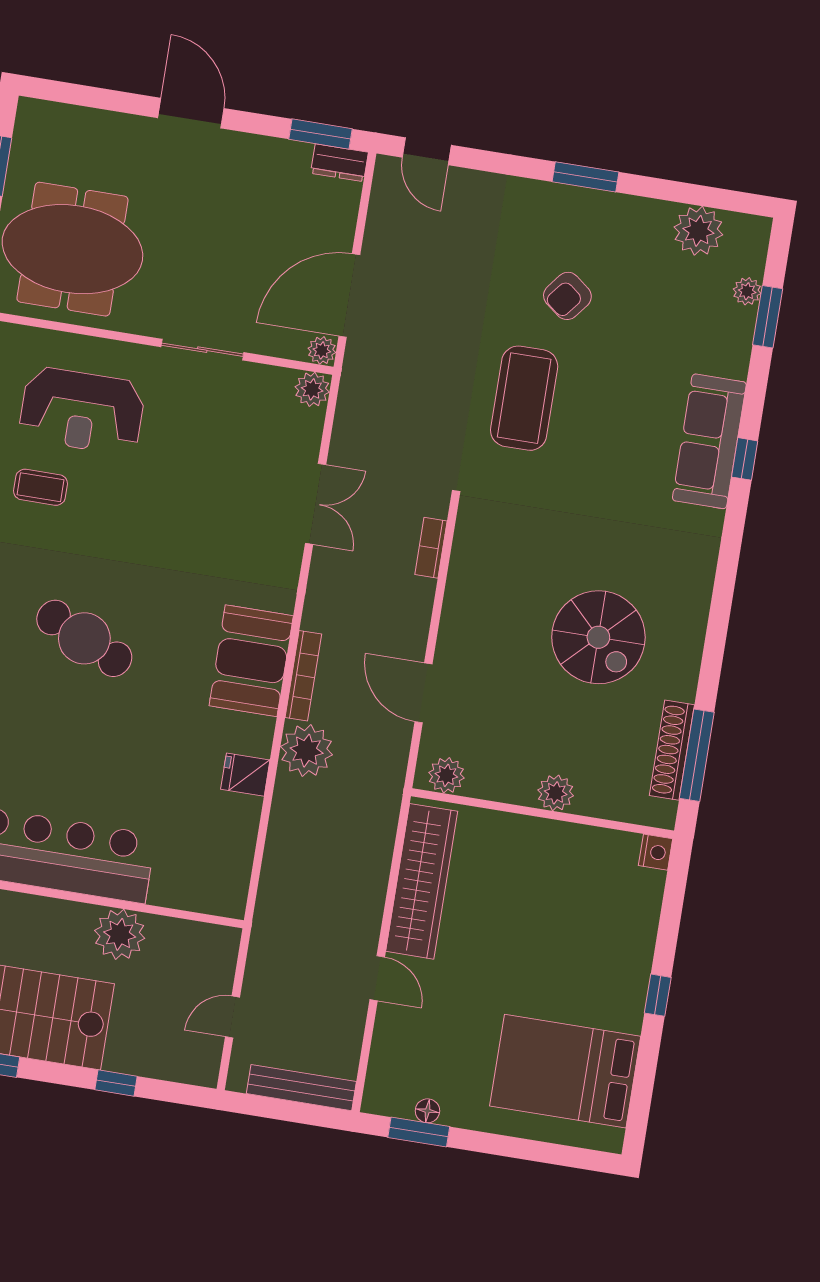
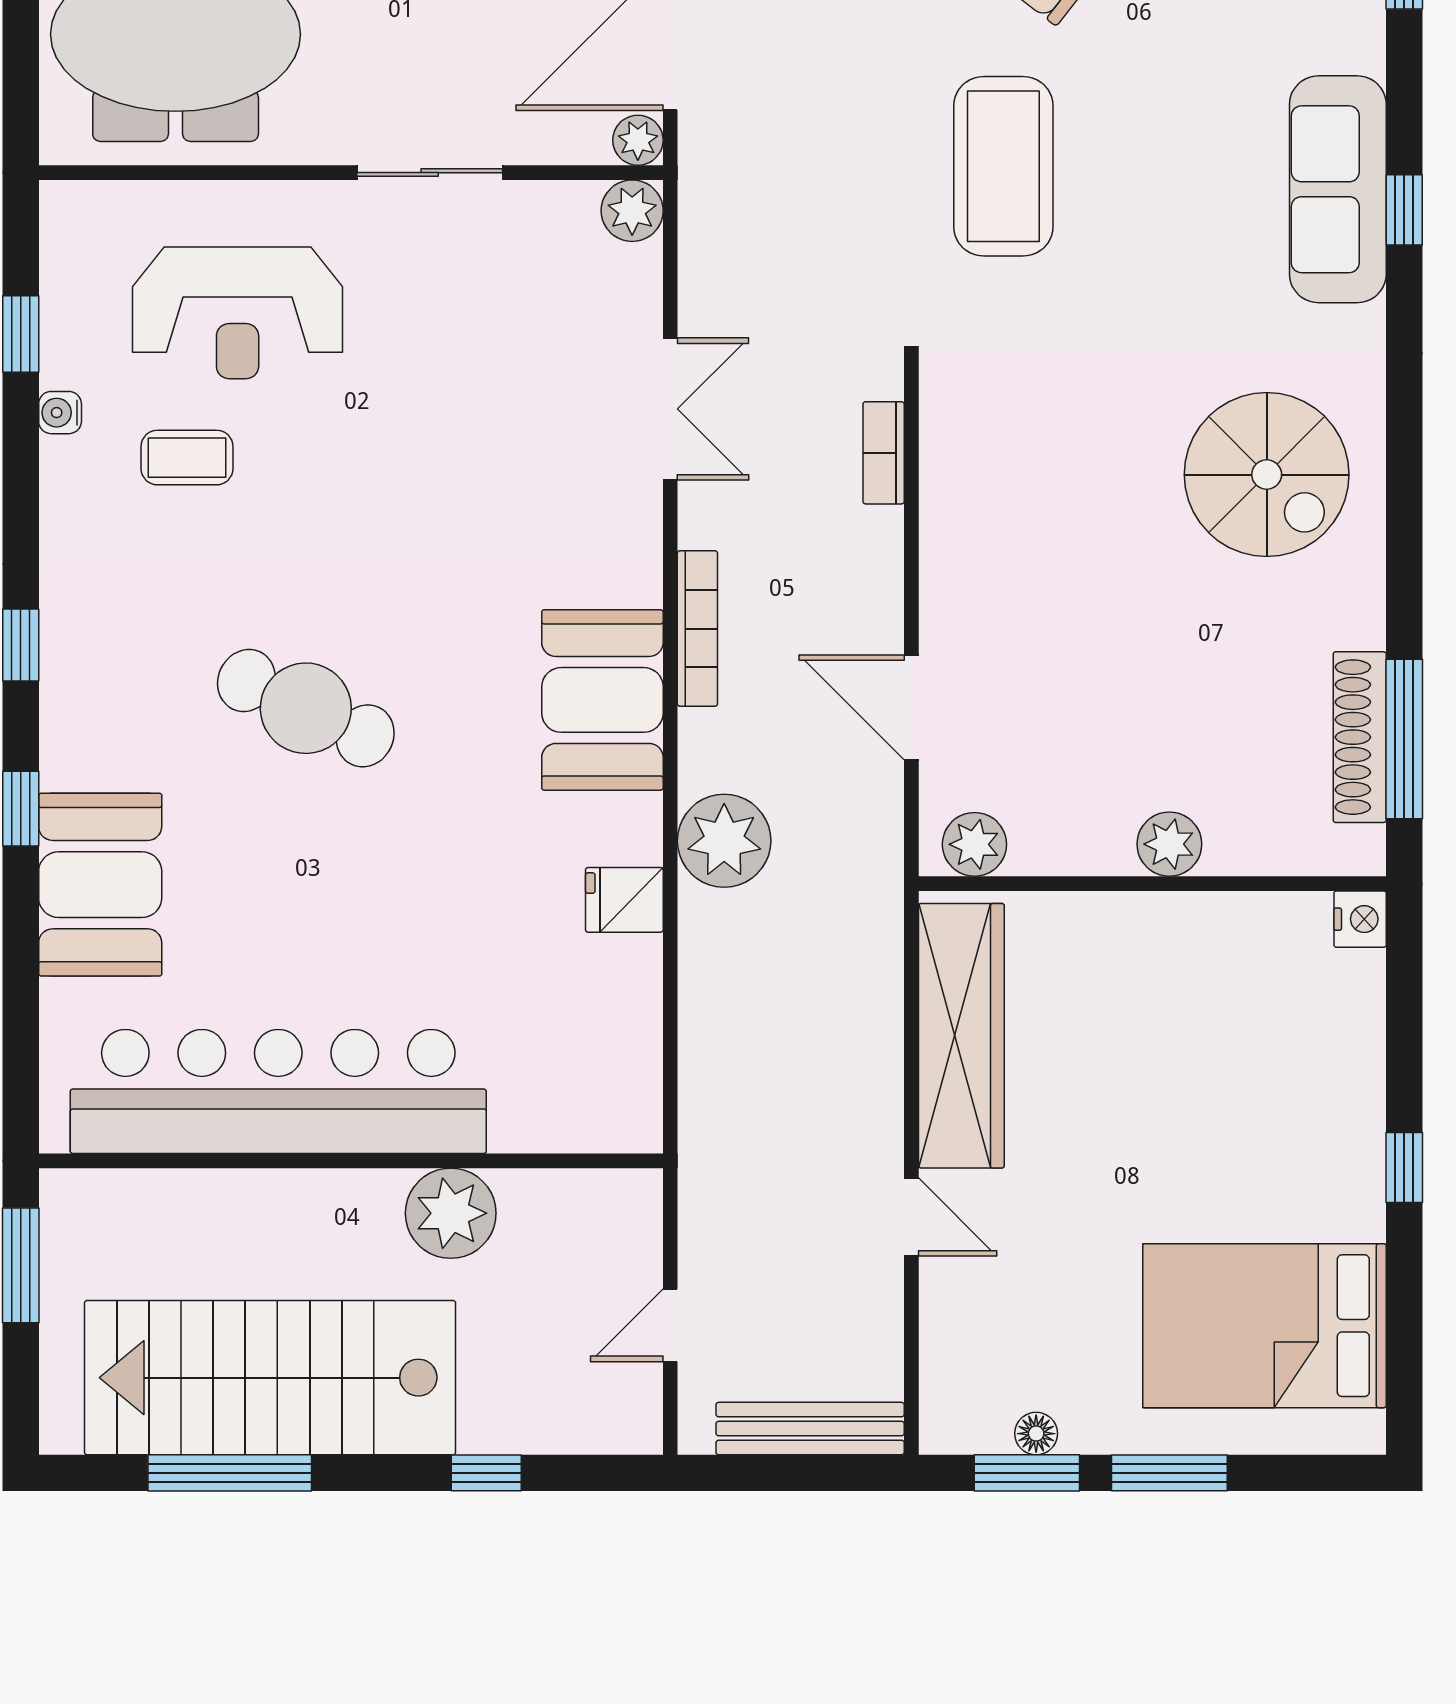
spiral stairs: (598, 637) -> (1267, 475), moved
bookcase: (303, 676) -> (697, 629), moved
window: (499, 1145) -> (1169, 1473), added

